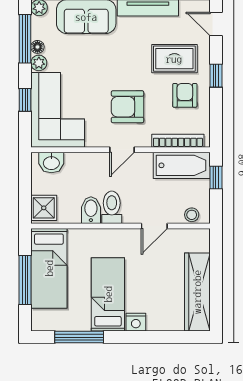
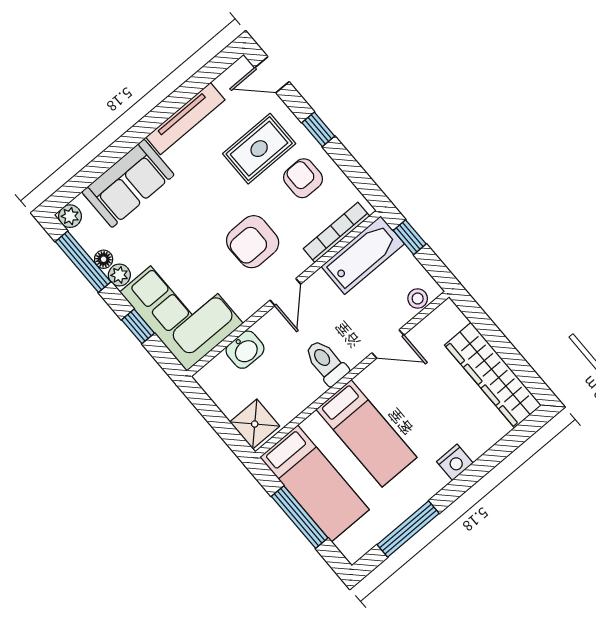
washbasin: (51, 162) -> (245, 350), moved
bidet: (91, 210) -> (307, 384), removed
door: (154, 226) -> (388, 344), hinge flipped
bed: (108, 294) -> (367, 433), moved, turned 180

